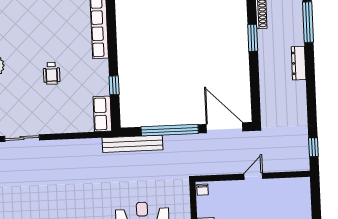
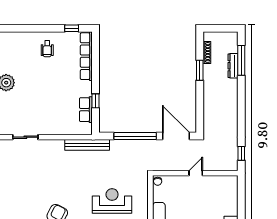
dresser: (299, 63) -> (233, 66), moved
wheelchair: (52, 73) -> (47, 49), moved
row of seats: (102, 114) -> (86, 110), moved
bench: (132, 144) -> (87, 145), moved

